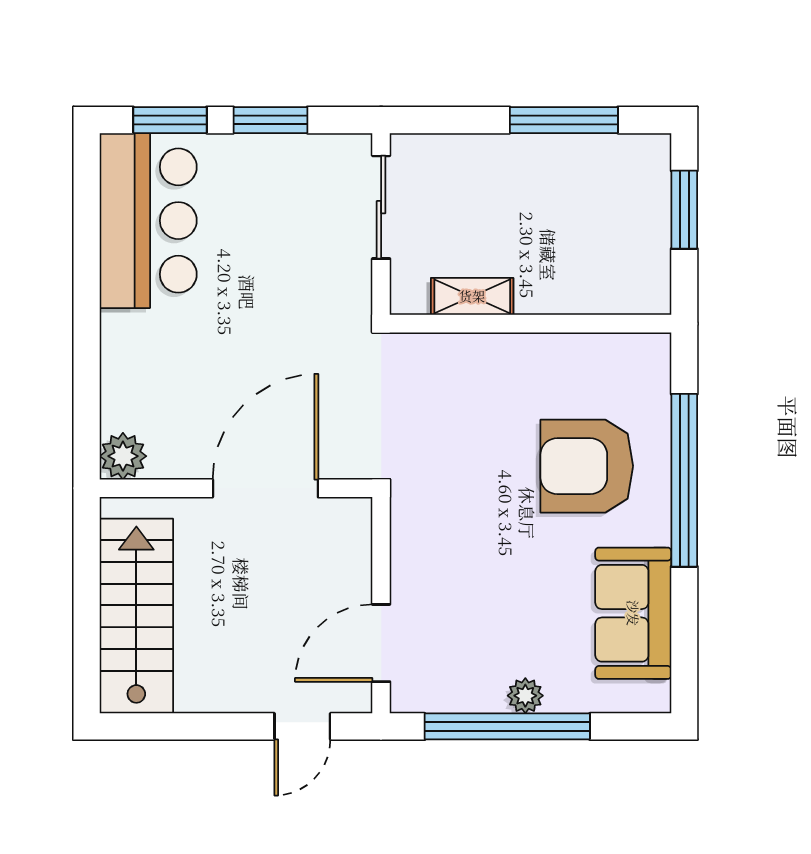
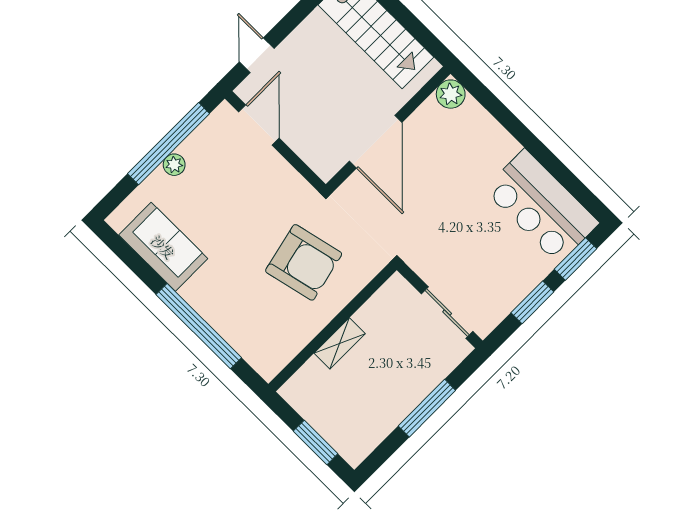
window: (564, 120) -> (427, 408), moved
shelving: (472, 296) -> (340, 343), moved
armchair: (587, 466) -> (304, 262), moved, turned 77

